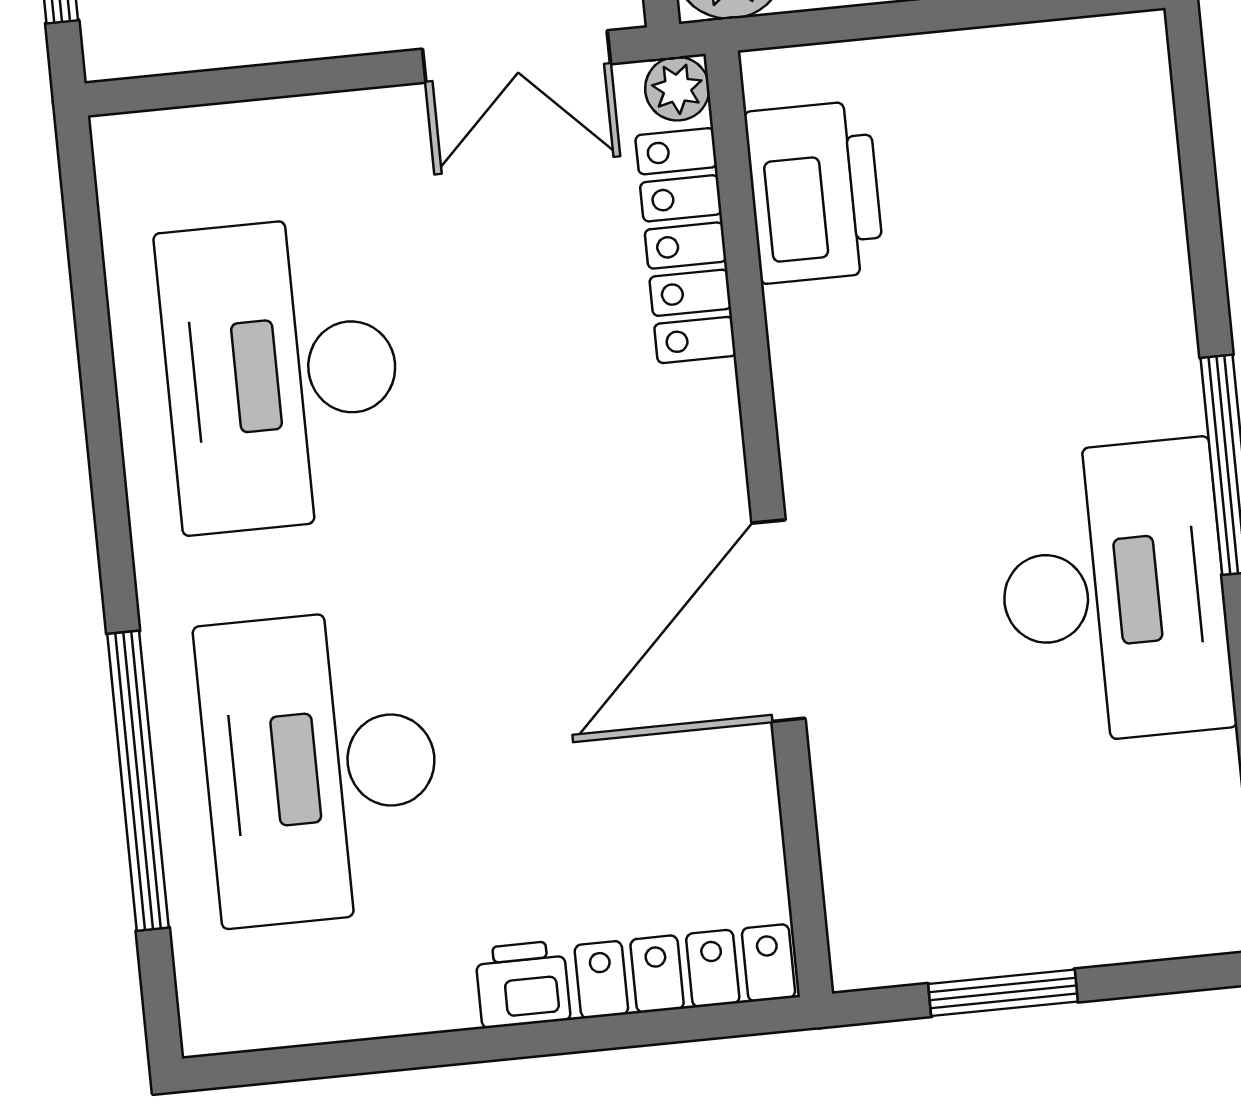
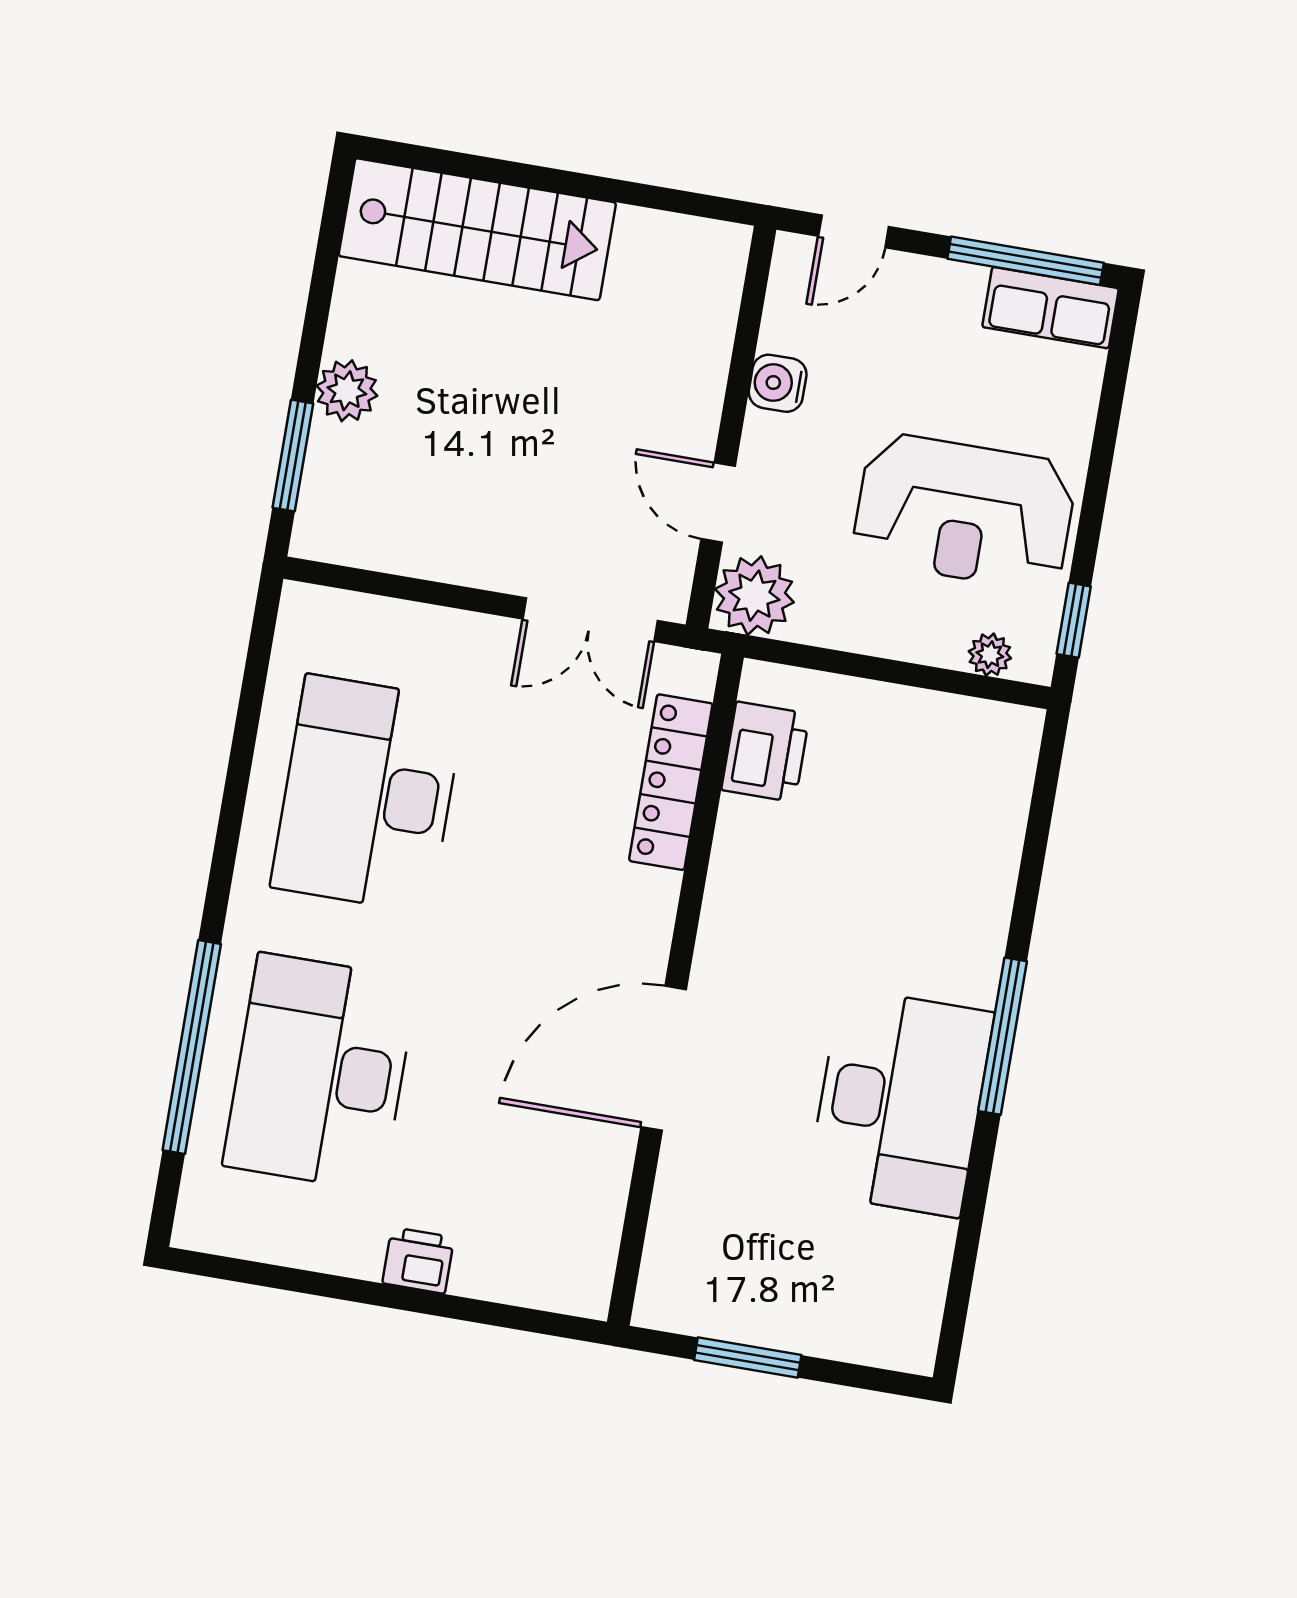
plant: (677, 89) -> (695, 672), removed
printer: (814, 192) -> (765, 752), width x0.73, depth x0.84
locker: (685, 971) -> (533, 1282), removed

